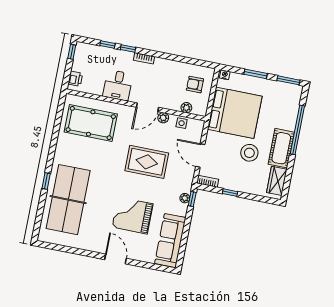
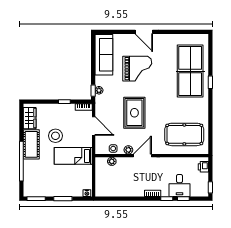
desk: (118, 85) -> (180, 185), moved, turned 180
armchair: (195, 85) -> (109, 181), removed
bed: (235, 113) -> (73, 156), width x0.49
rug: (147, 162) -> (134, 113), turned 90

